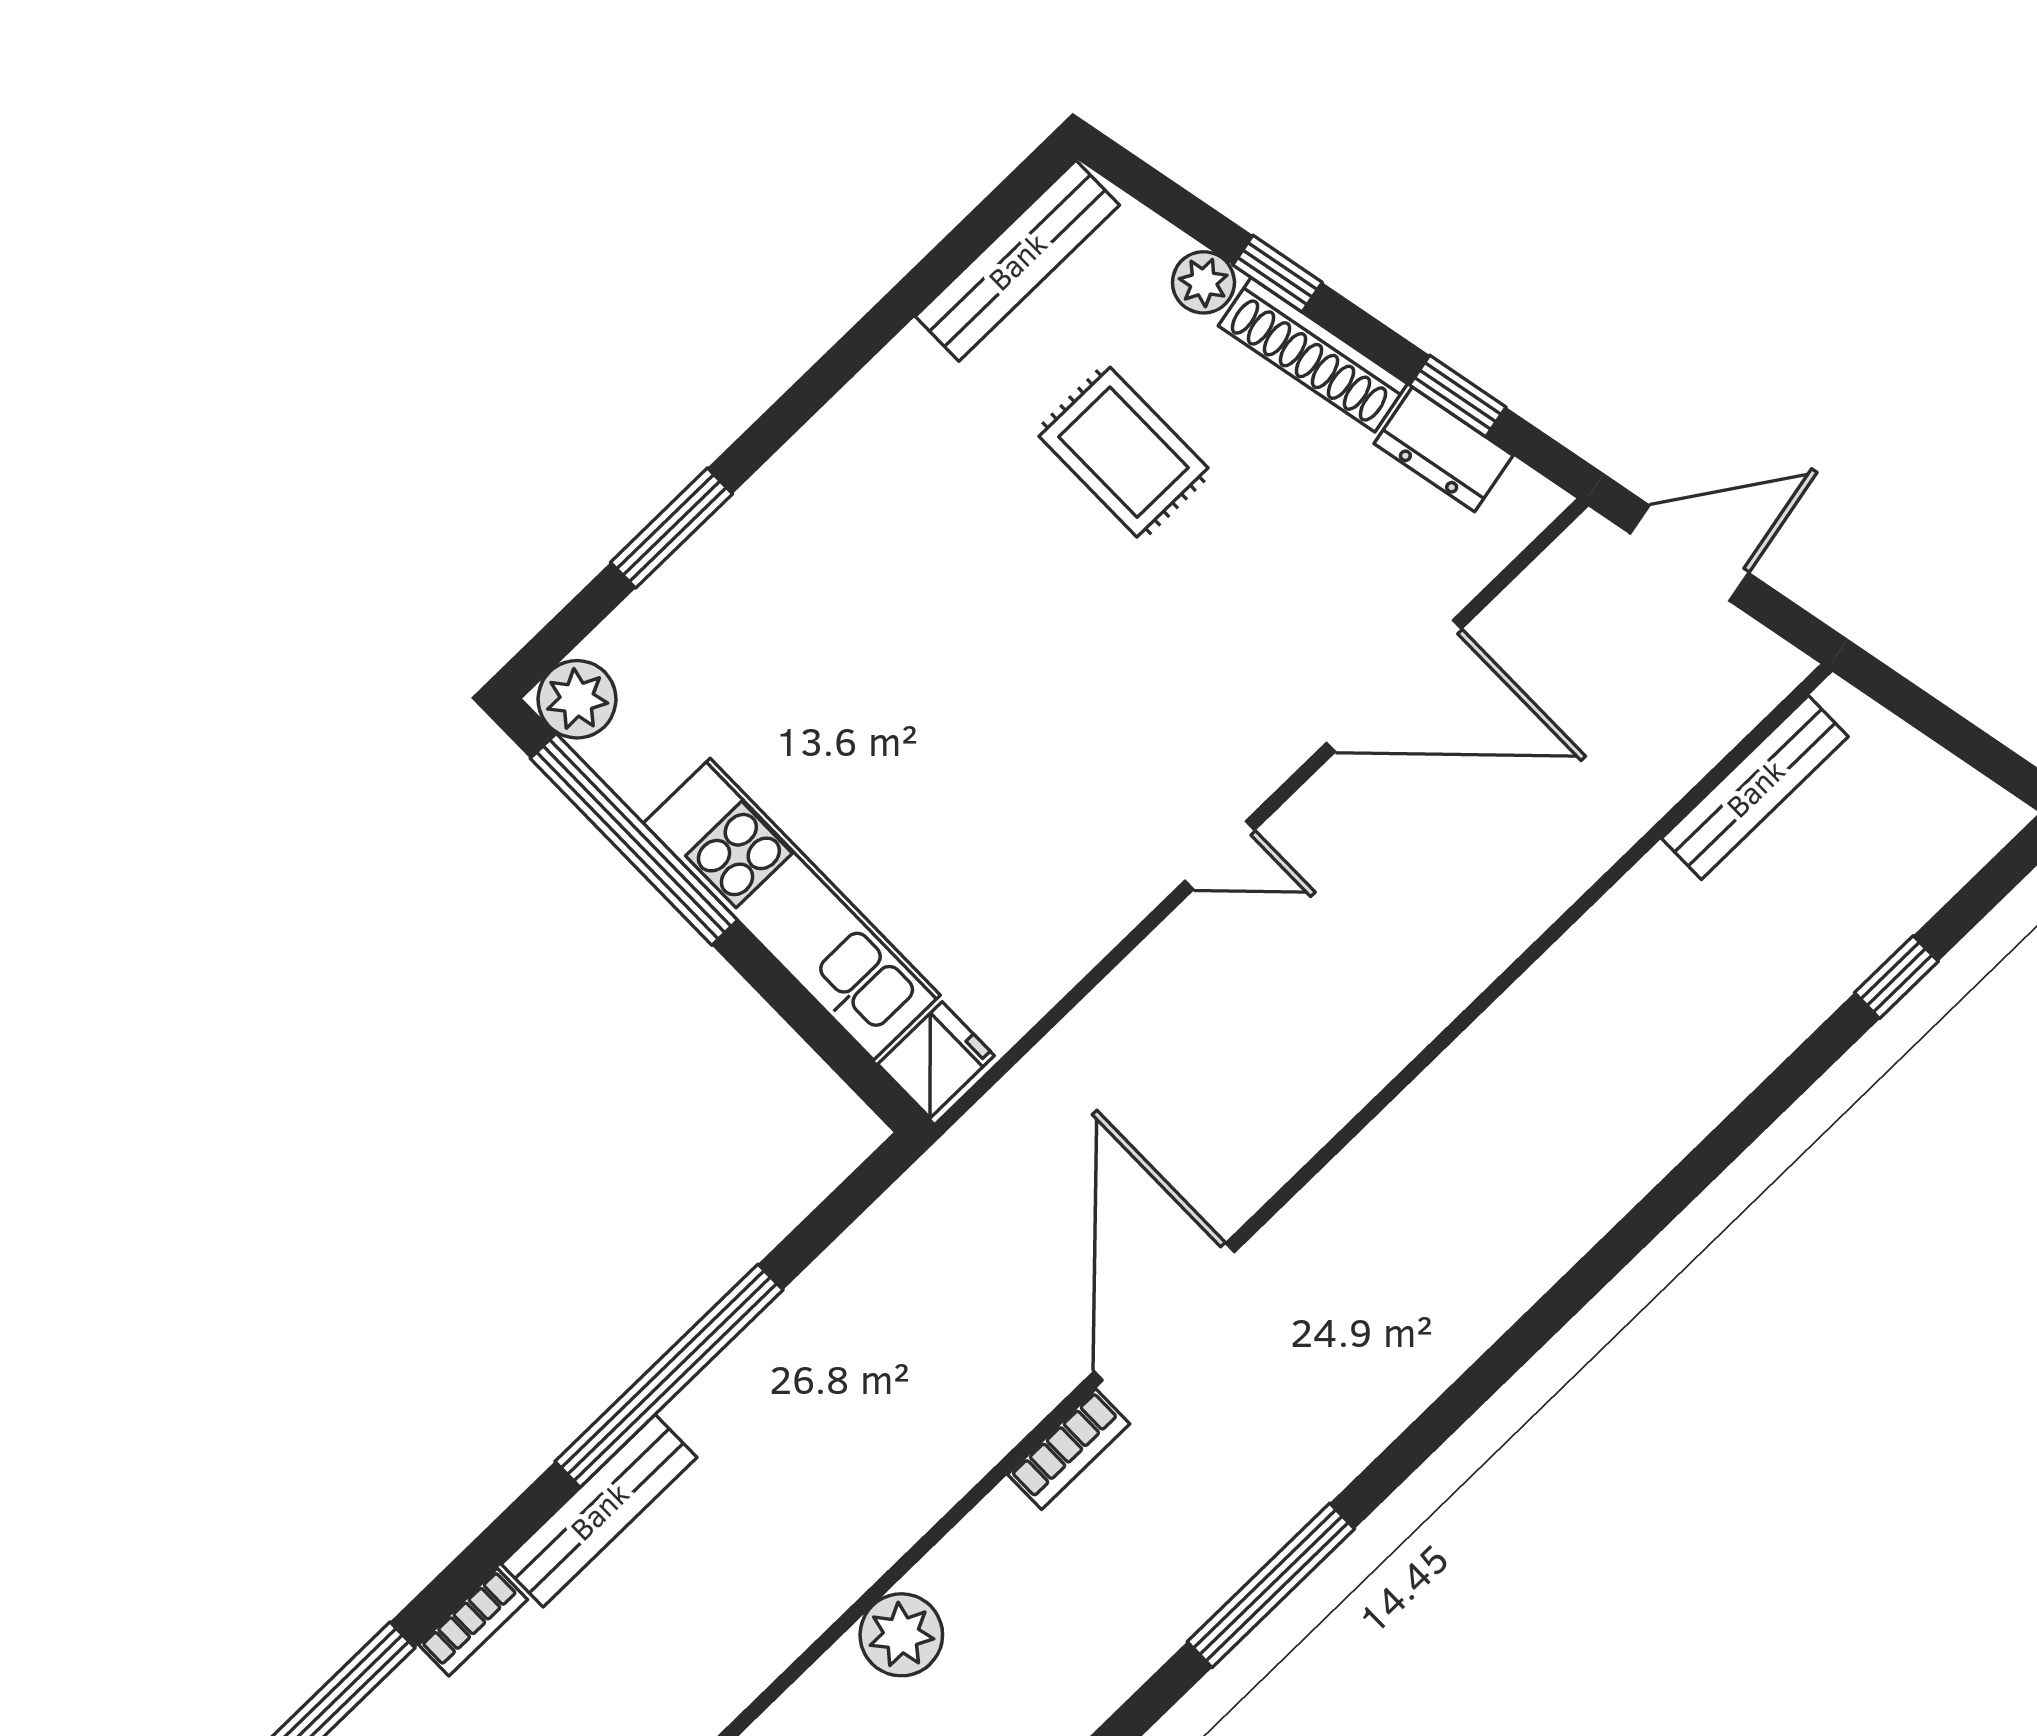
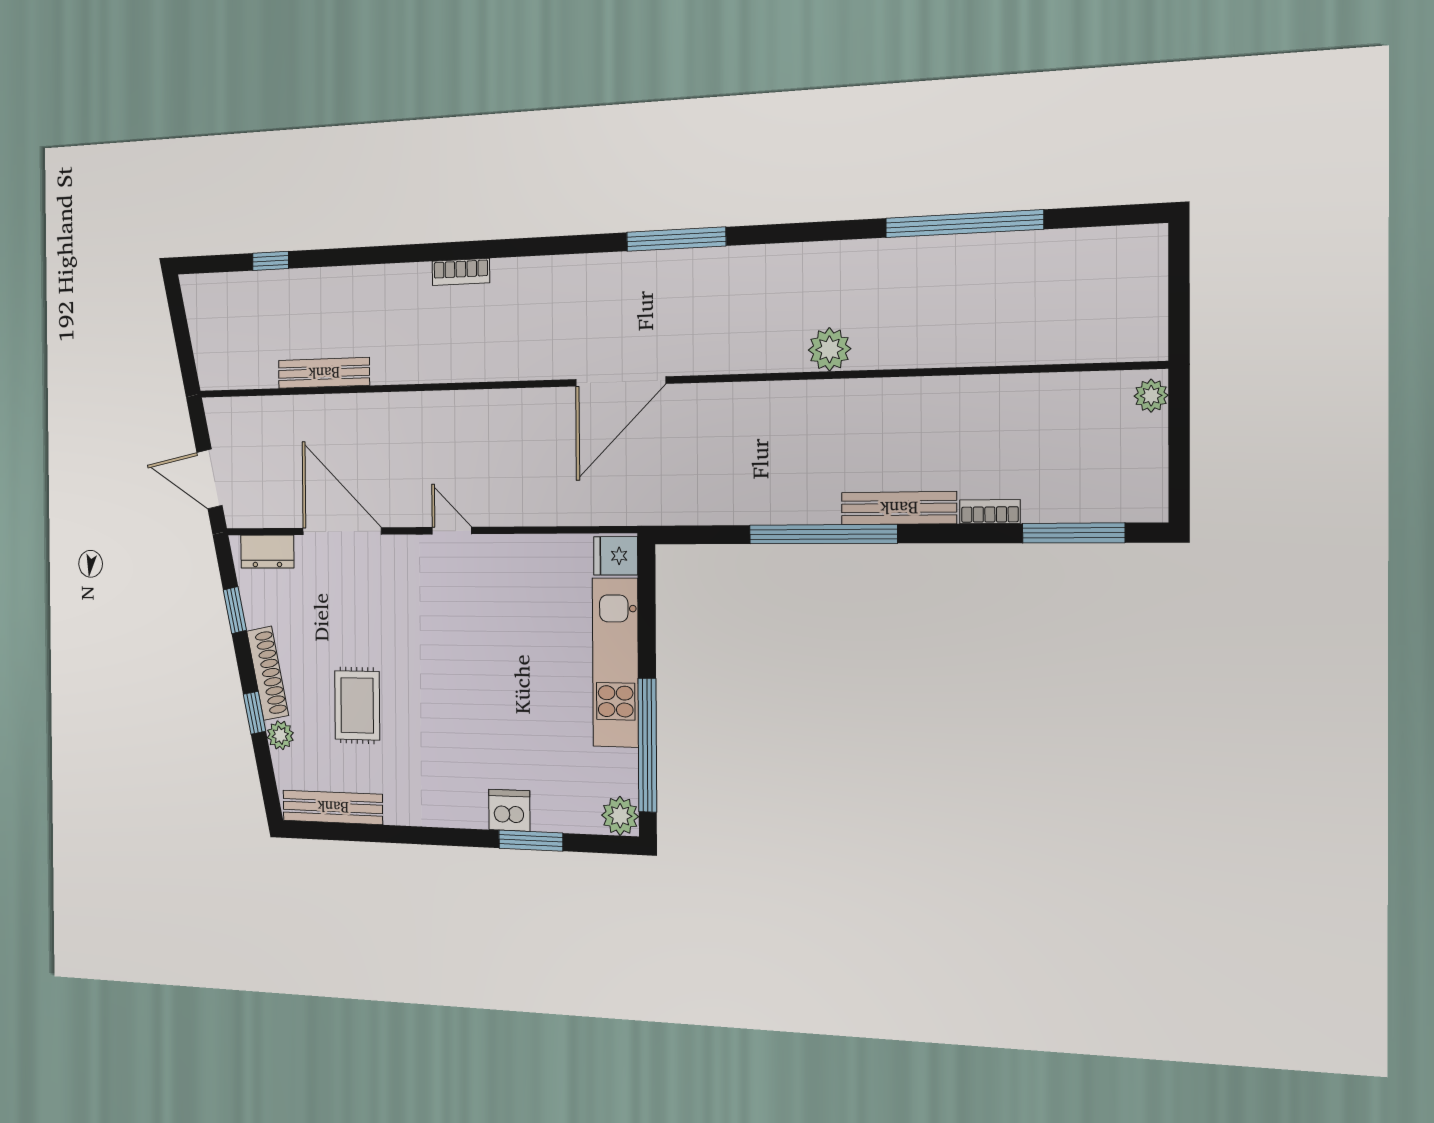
dresser: (1443, 449) -> (267, 552), moved, turned 102
dishwasher: (745, 539) -> (509, 810), added
bench: (1755, 788) -> (324, 373), moved
bookcase: (1069, 1449) -> (461, 272), moved, turned 180

